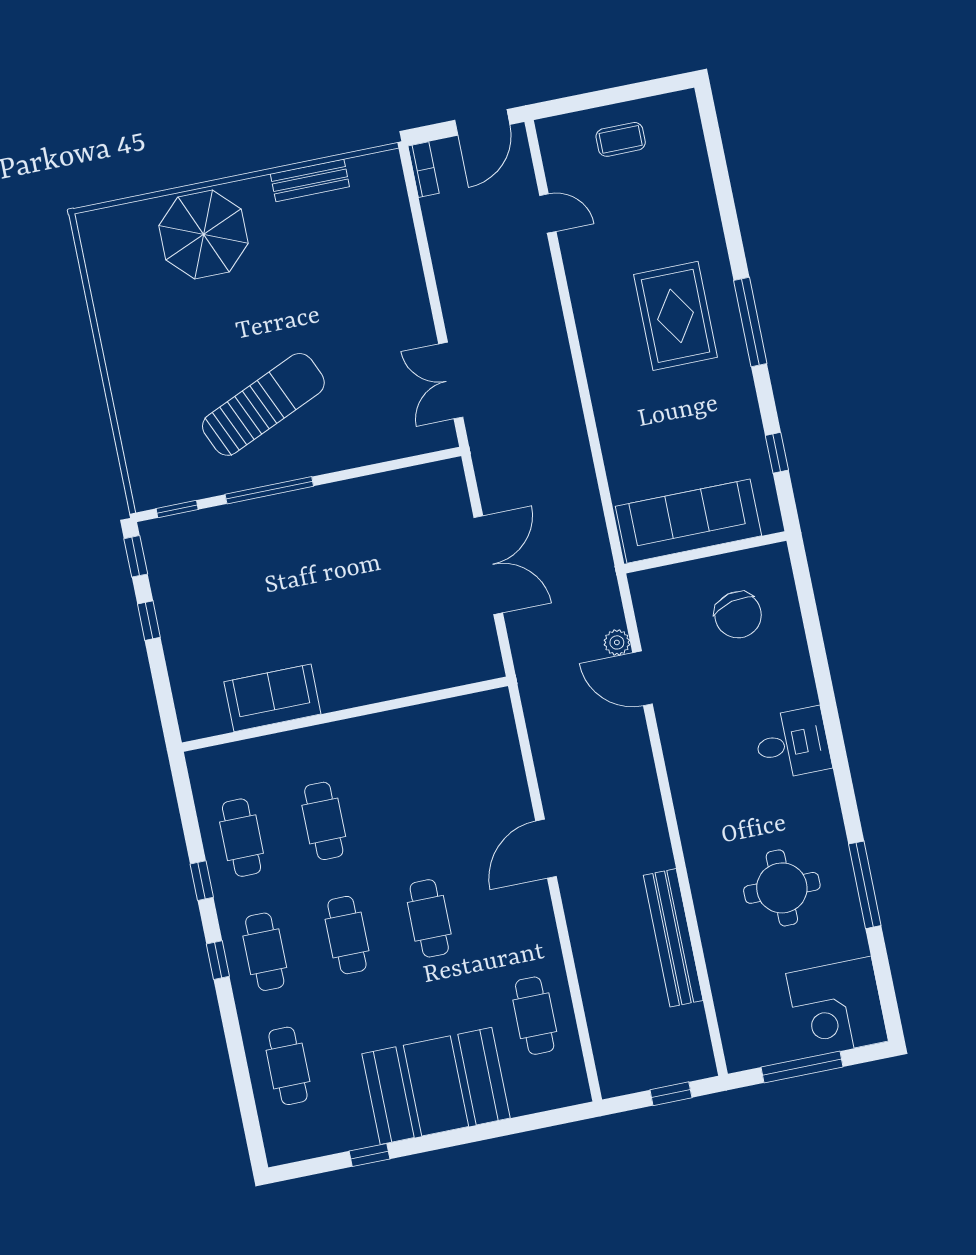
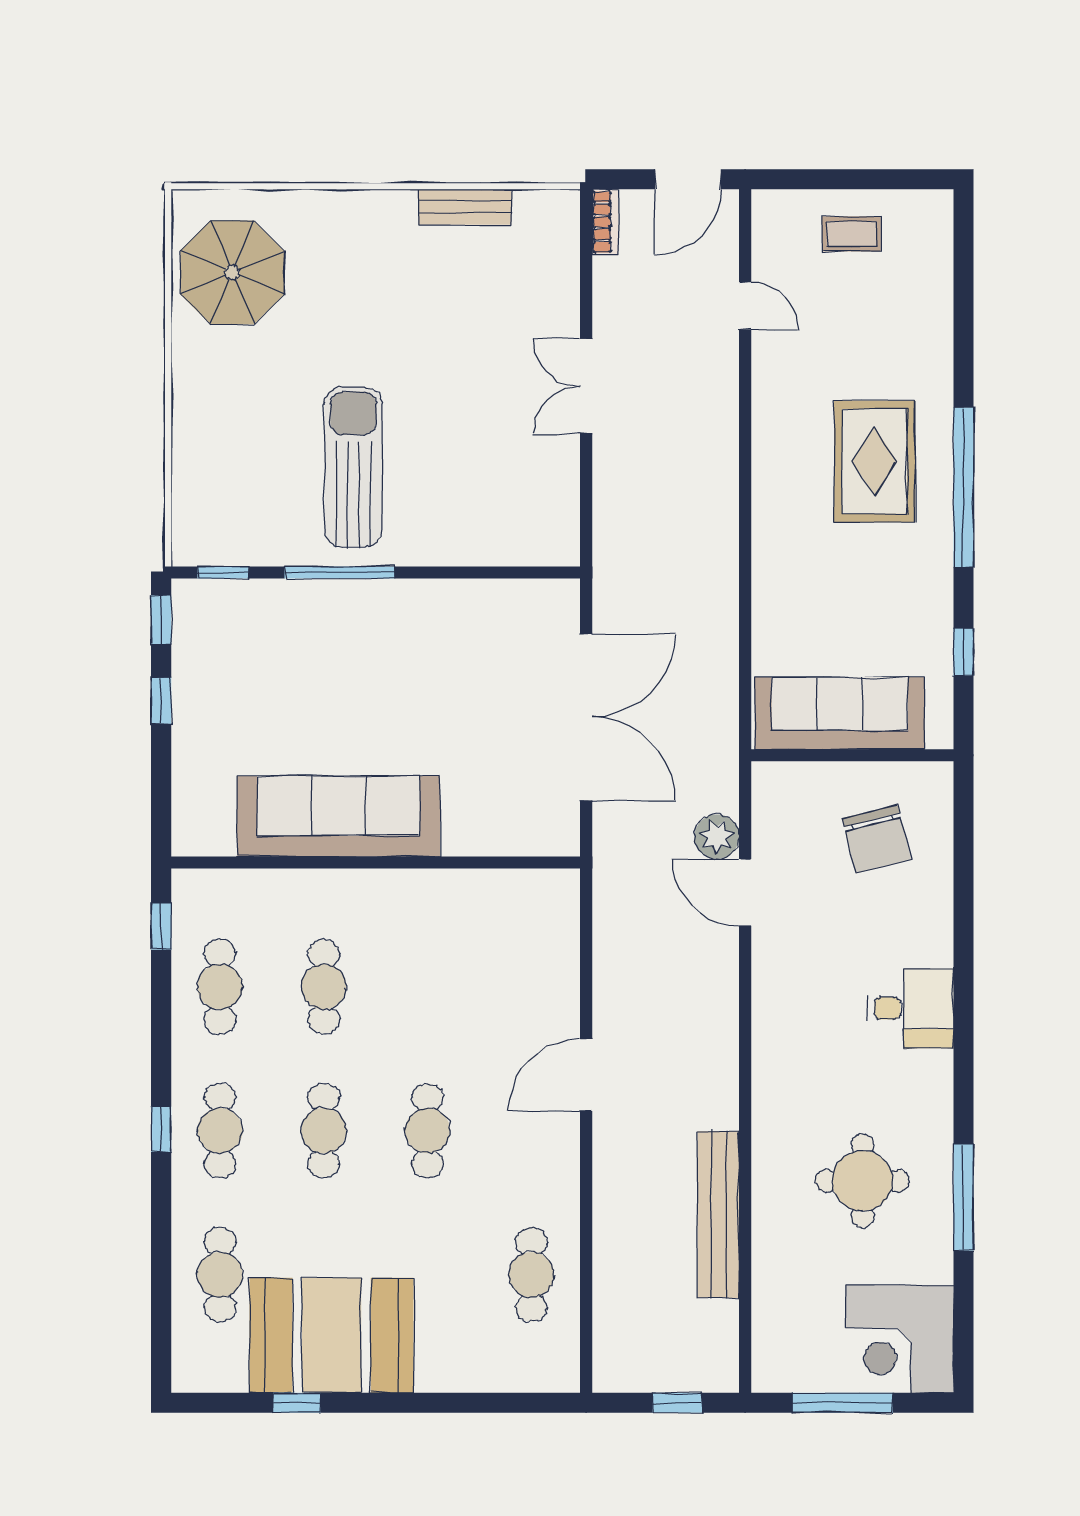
parasol: (204, 235) -> (232, 273), moved
window: (750, 322) -> (964, 487), width x1.46
double door: (451, 381) -> (586, 386), moved
sun lounger: (263, 404) -> (353, 467), turned -66
double door: (488, 565) -> (586, 717), width x1.36
plant: (617, 642) -> (717, 837), width x1.38, depth x1.38
sofa: (272, 698) -> (339, 816), width x1.85, depth x1.27
window: (202, 881) -> (161, 926), moved
booth: (436, 1086) -> (332, 1335), moved

